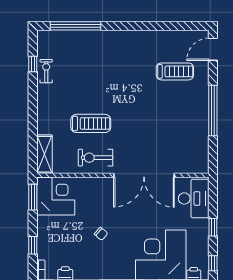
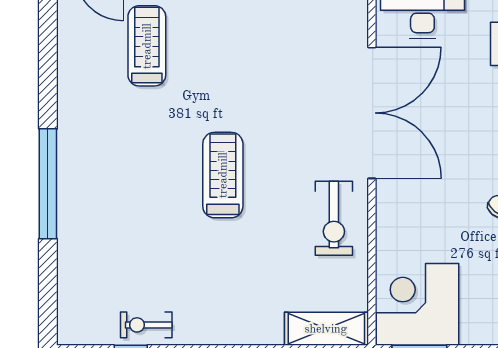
window: (76, 26) -> (48, 184), moved
treadmill: (91, 123) -> (223, 175), moved

